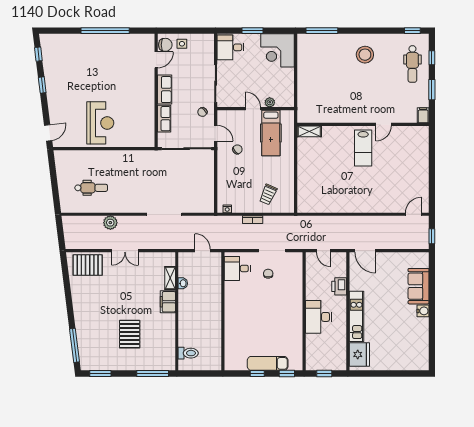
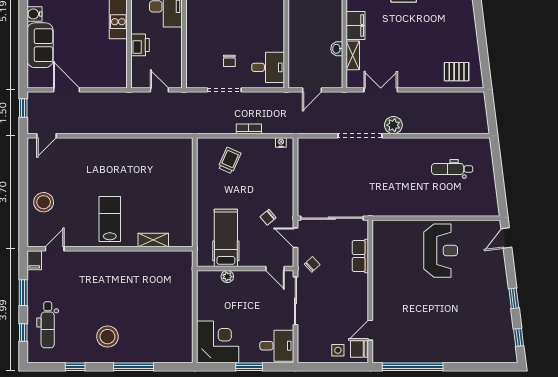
window: (105, 31) -> (413, 367), moved
window: (322, 31) -> (133, 367), moved
window: (412, 31) -> (75, 367), moved
dental chair: (412, 64) -> (48, 325), turned 180
row of seats: (165, 90) -> (360, 293), removed
door: (253, 109) -> (275, 269), moved
reception desk: (100, 123) -> (441, 251), turned 180
door: (384, 124) -> (55, 249), moved
shelving: (309, 131) -> (153, 240), moved
stool: (416, 161) -> (44, 202), added
plant: (110, 223) -> (393, 125), moved
double door: (125, 251) -> (381, 90), moved
door: (203, 251) -> (312, 90), hinge flipped
door: (365, 251) -> (66, 90), moved
pallet: (88, 265) -> (457, 72), width x0.67, depth x0.71

